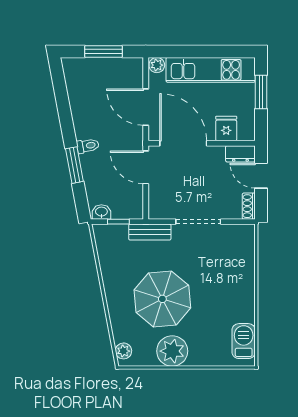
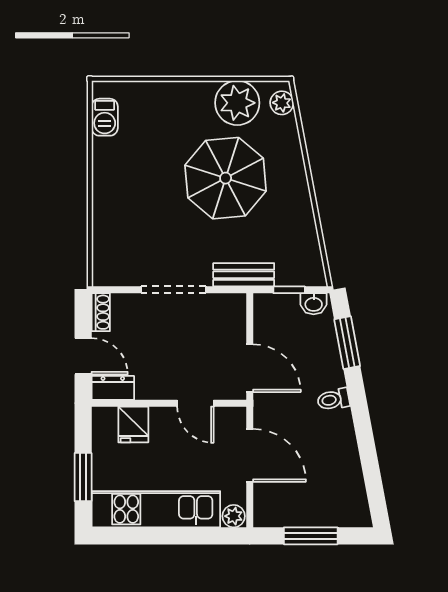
door: (183, 143) -> (195, 403), width x0.53
window: (74, 165) -> (347, 343), moved
barbecue: (244, 341) -> (105, 117), width x0.73, depth x0.79
plant: (172, 351) -> (237, 103), moved

